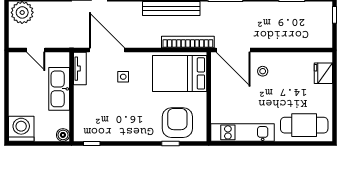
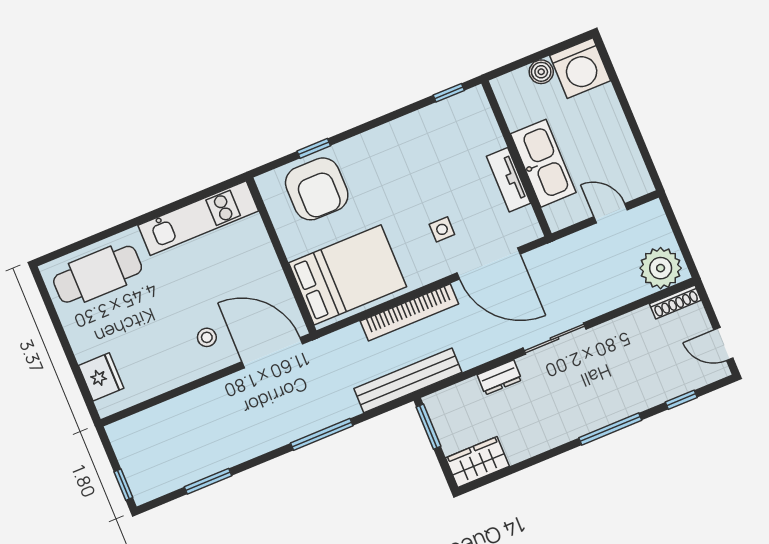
bookcase: (188, 42) -> (409, 312), moved
tv unit: (80, 69) -> (508, 180), moved
boiler: (63, 135) -> (541, 72), moved

